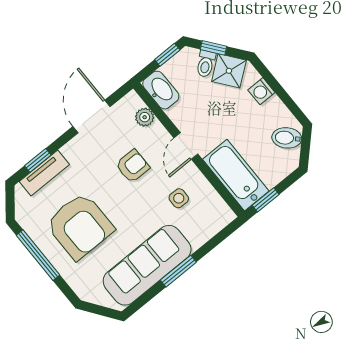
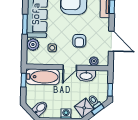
washbasin: (161, 90) -> (86, 76), moved
door: (186, 146) -> (70, 67), swing flipped
plant: (199, 232) -> (33, 45), added

